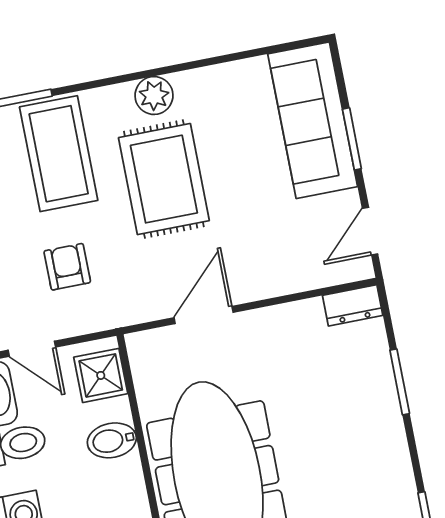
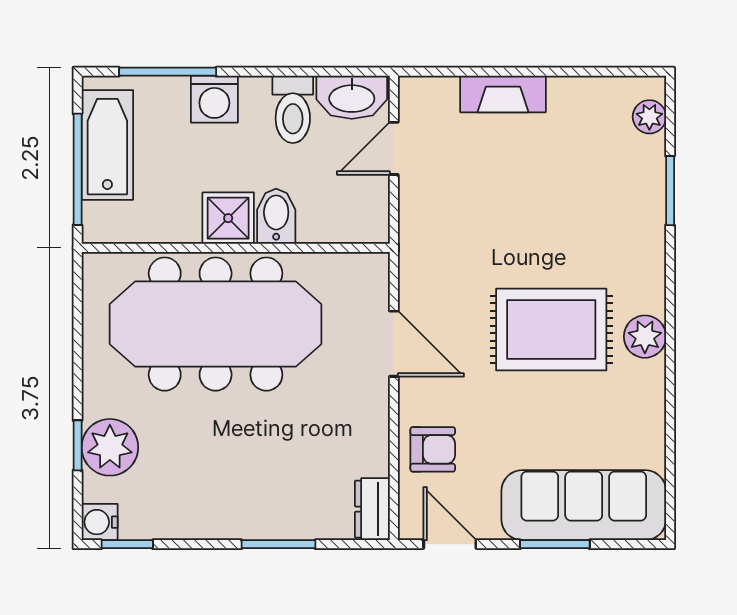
coffee table: (59, 154) -> (602, 220), removed
armchair: (67, 267) -> (433, 449), moved
shower: (101, 375) -> (228, 218), moved

